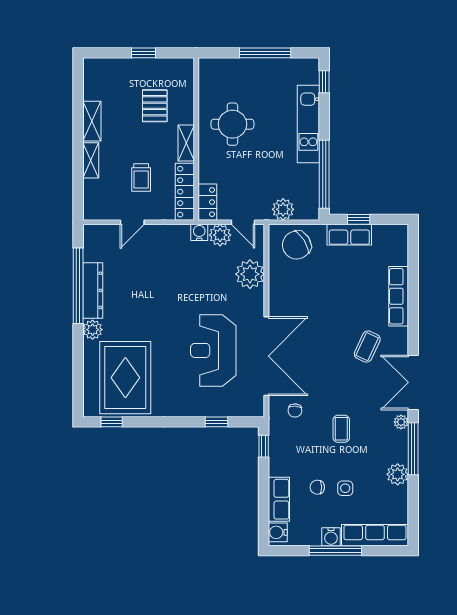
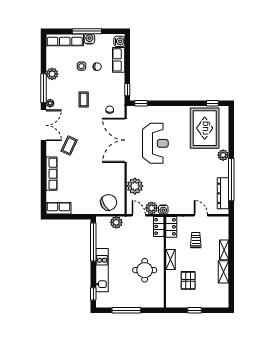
locker: (185, 192) -> (171, 227), width x0.66
window: (359, 219) -> (74, 217), removed
door: (132, 222) -> (201, 215), hinge flipped
row of seats: (349, 235) -> (58, 208), moved
dresser: (93, 290) -> (223, 193), moved
window: (216, 422) -> (141, 103), moved

